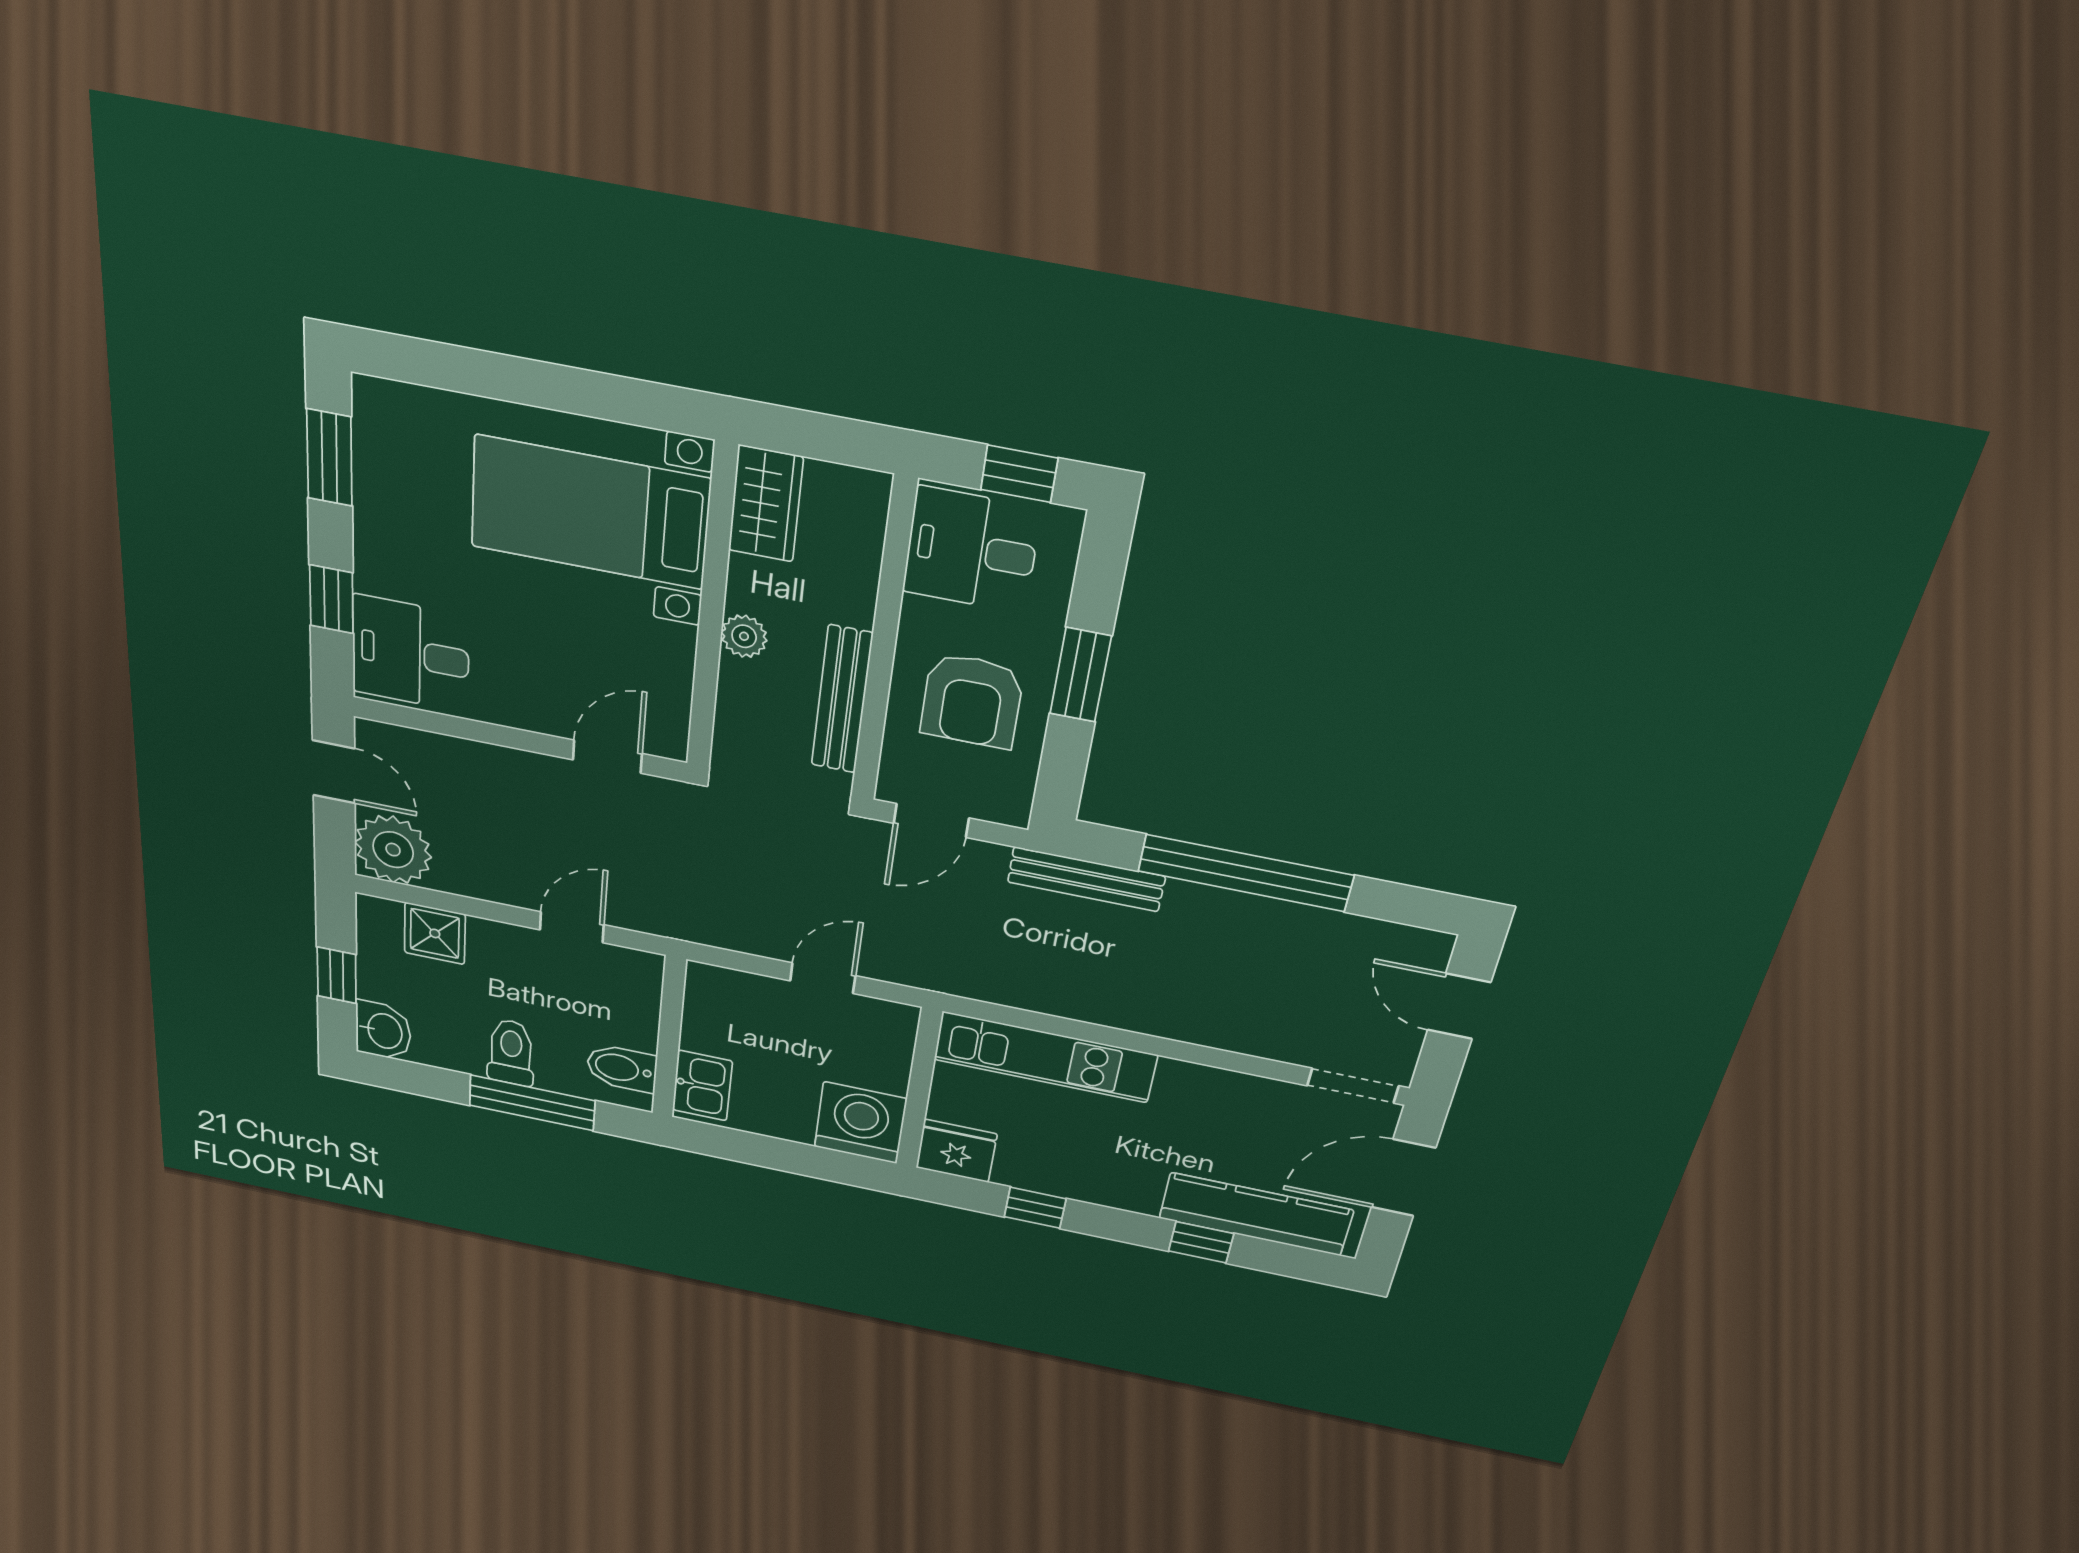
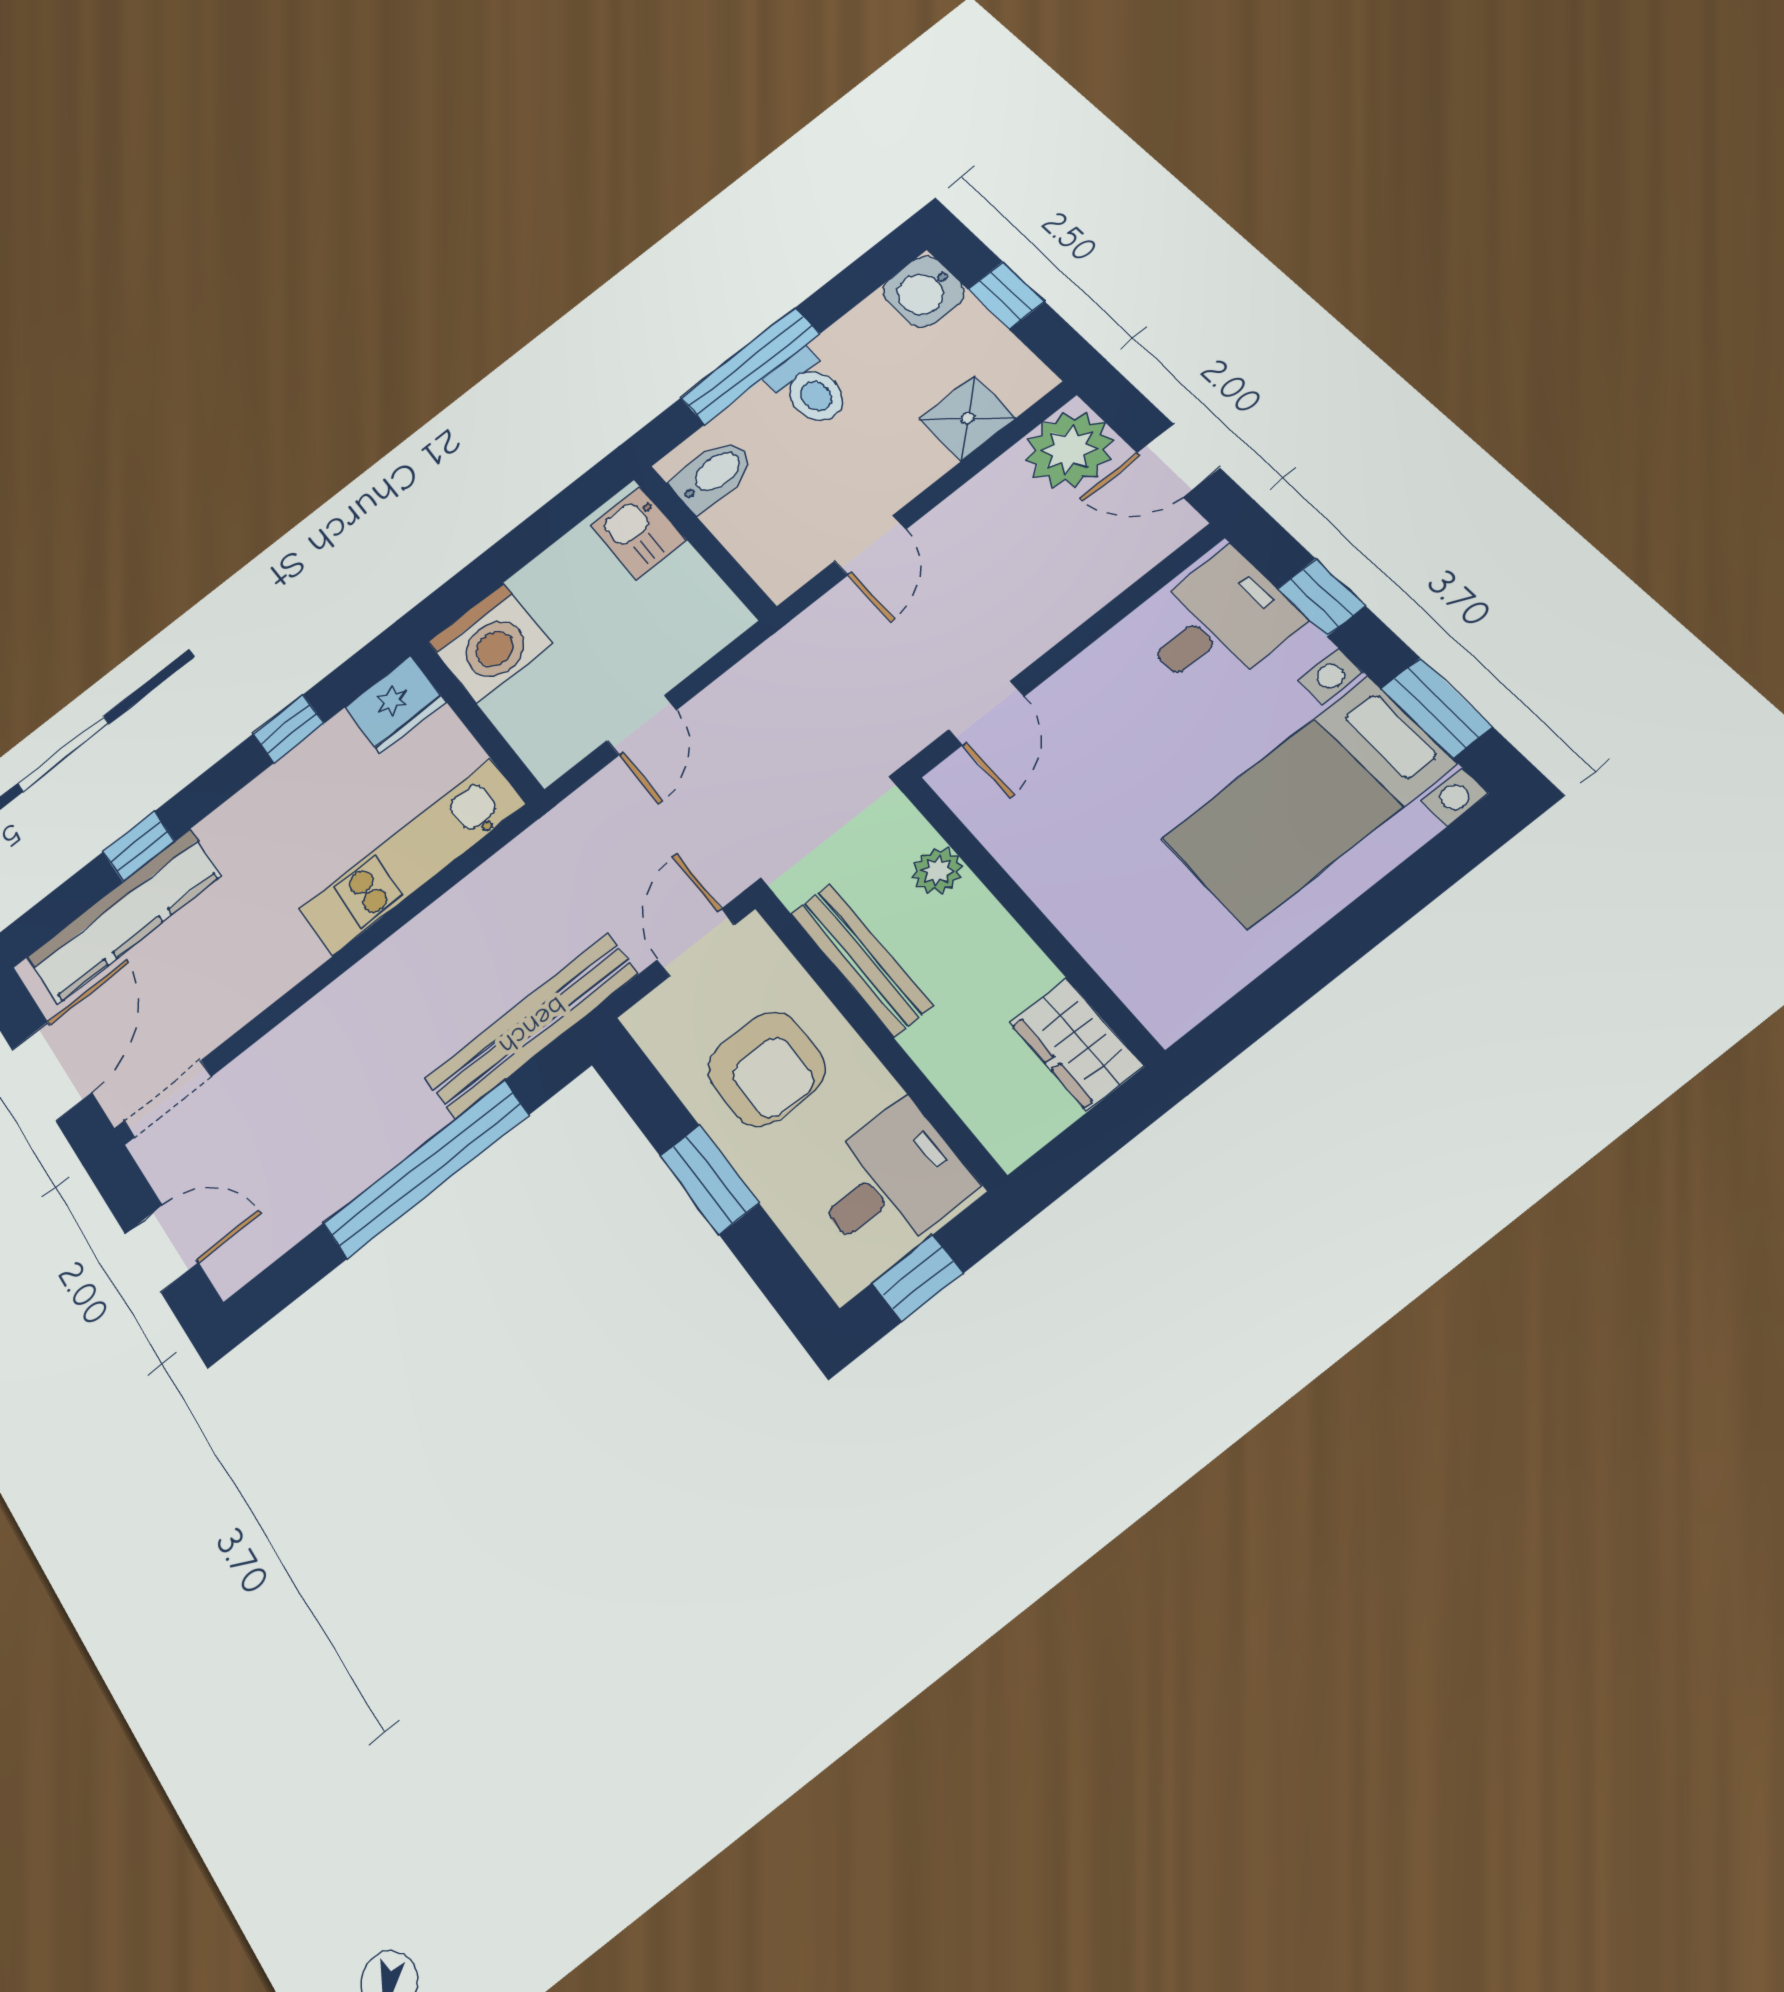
bed with nightstands: (590, 513) -> (1308, 802), moved, turned 180
plant: (744, 636) -> (938, 871), moved
armchair: (972, 701) -> (766, 1069), turned 180
bench: (1086, 879) -> (532, 1026), width x1.37, depth x1.21

